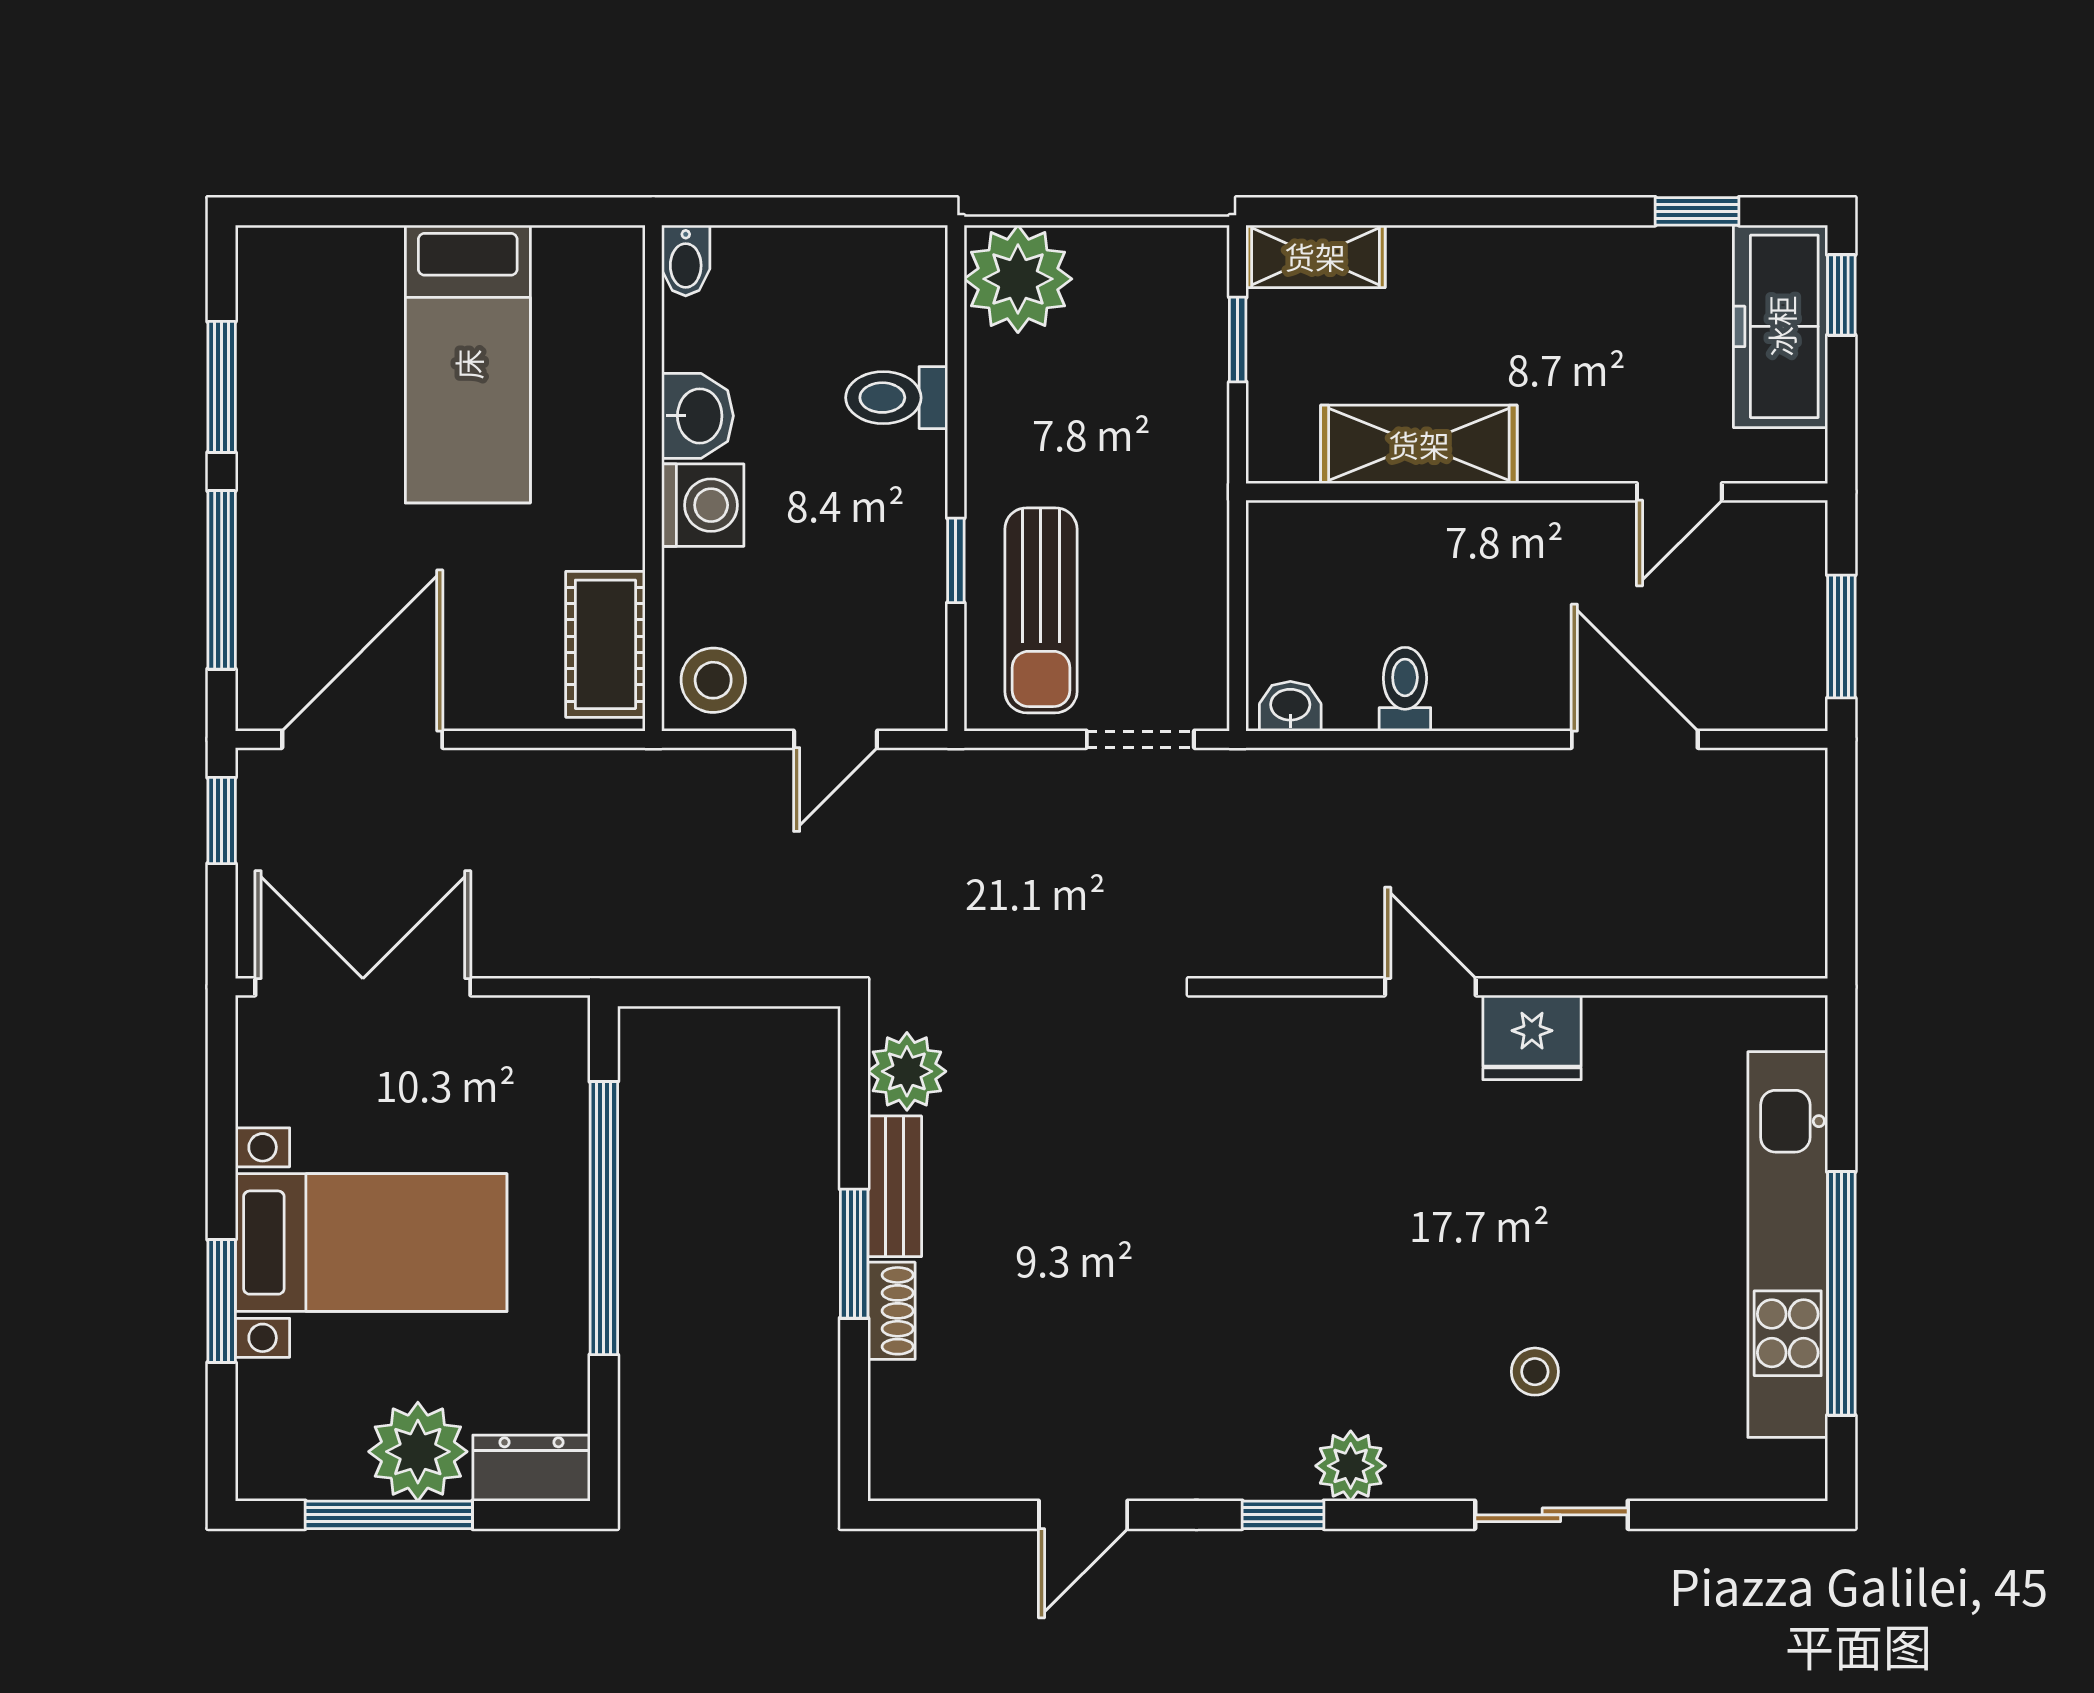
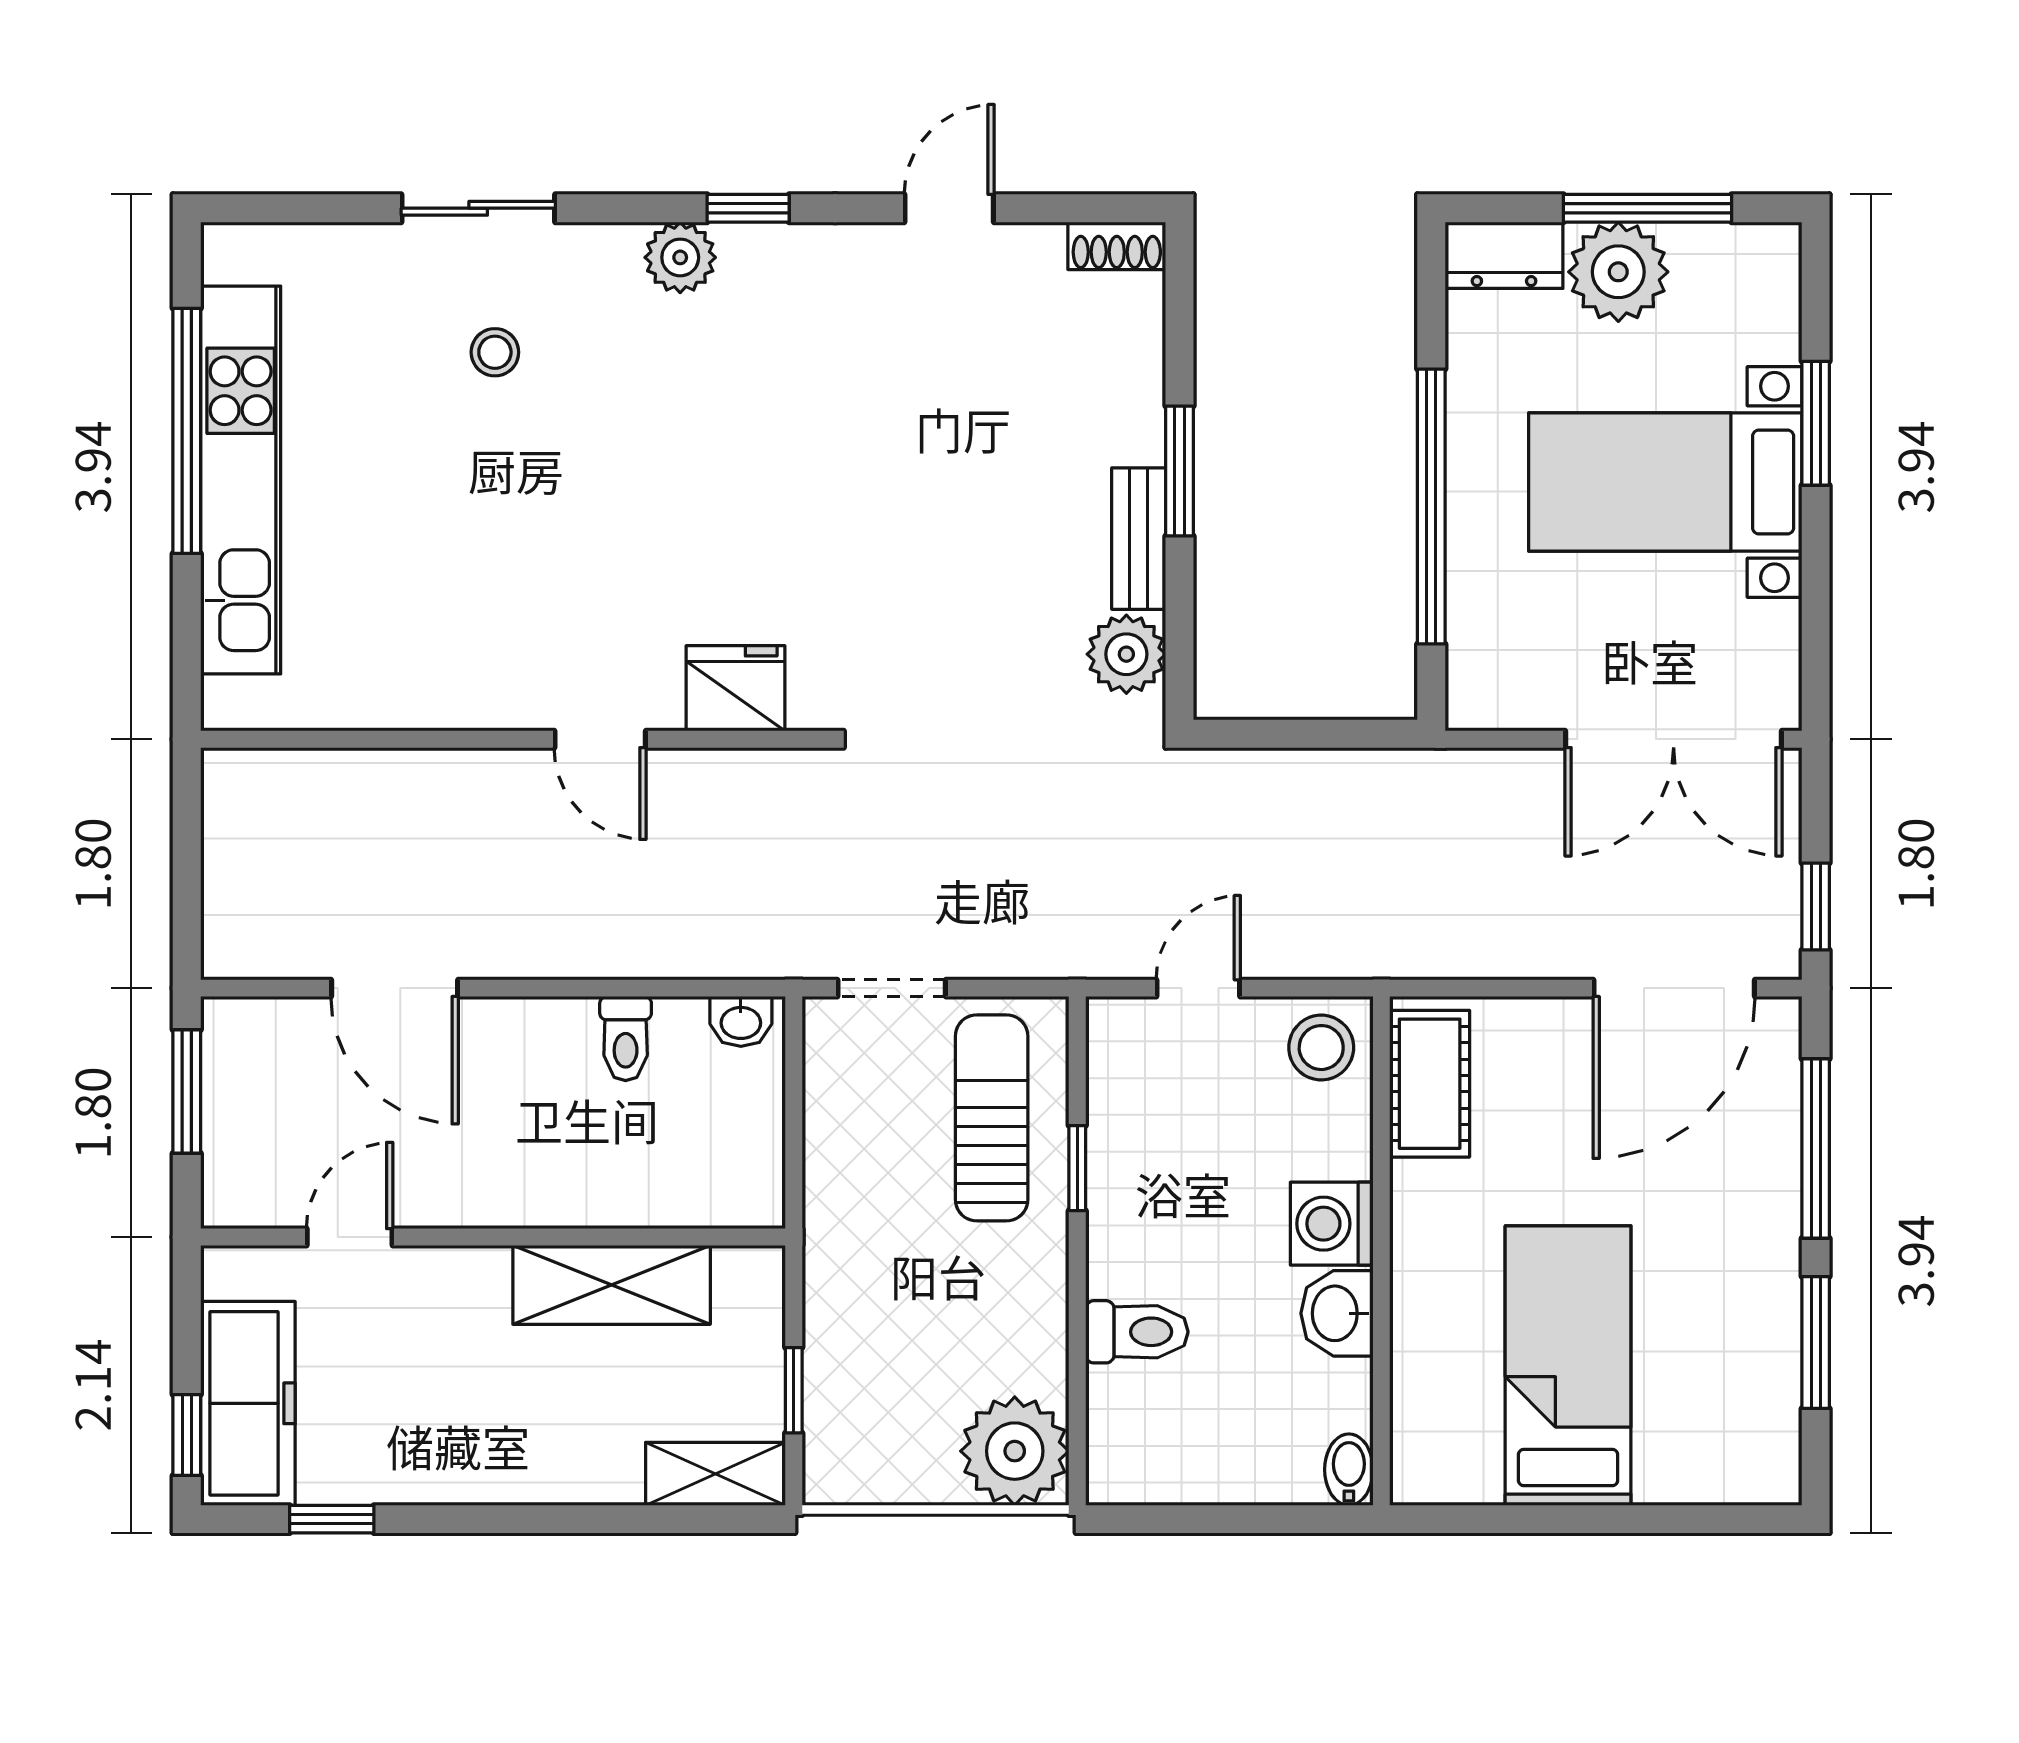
fridge: (1532, 1037) -> (735, 688), moved
shoe rack: (891, 1311) -> (1117, 246), moved, turned -90

